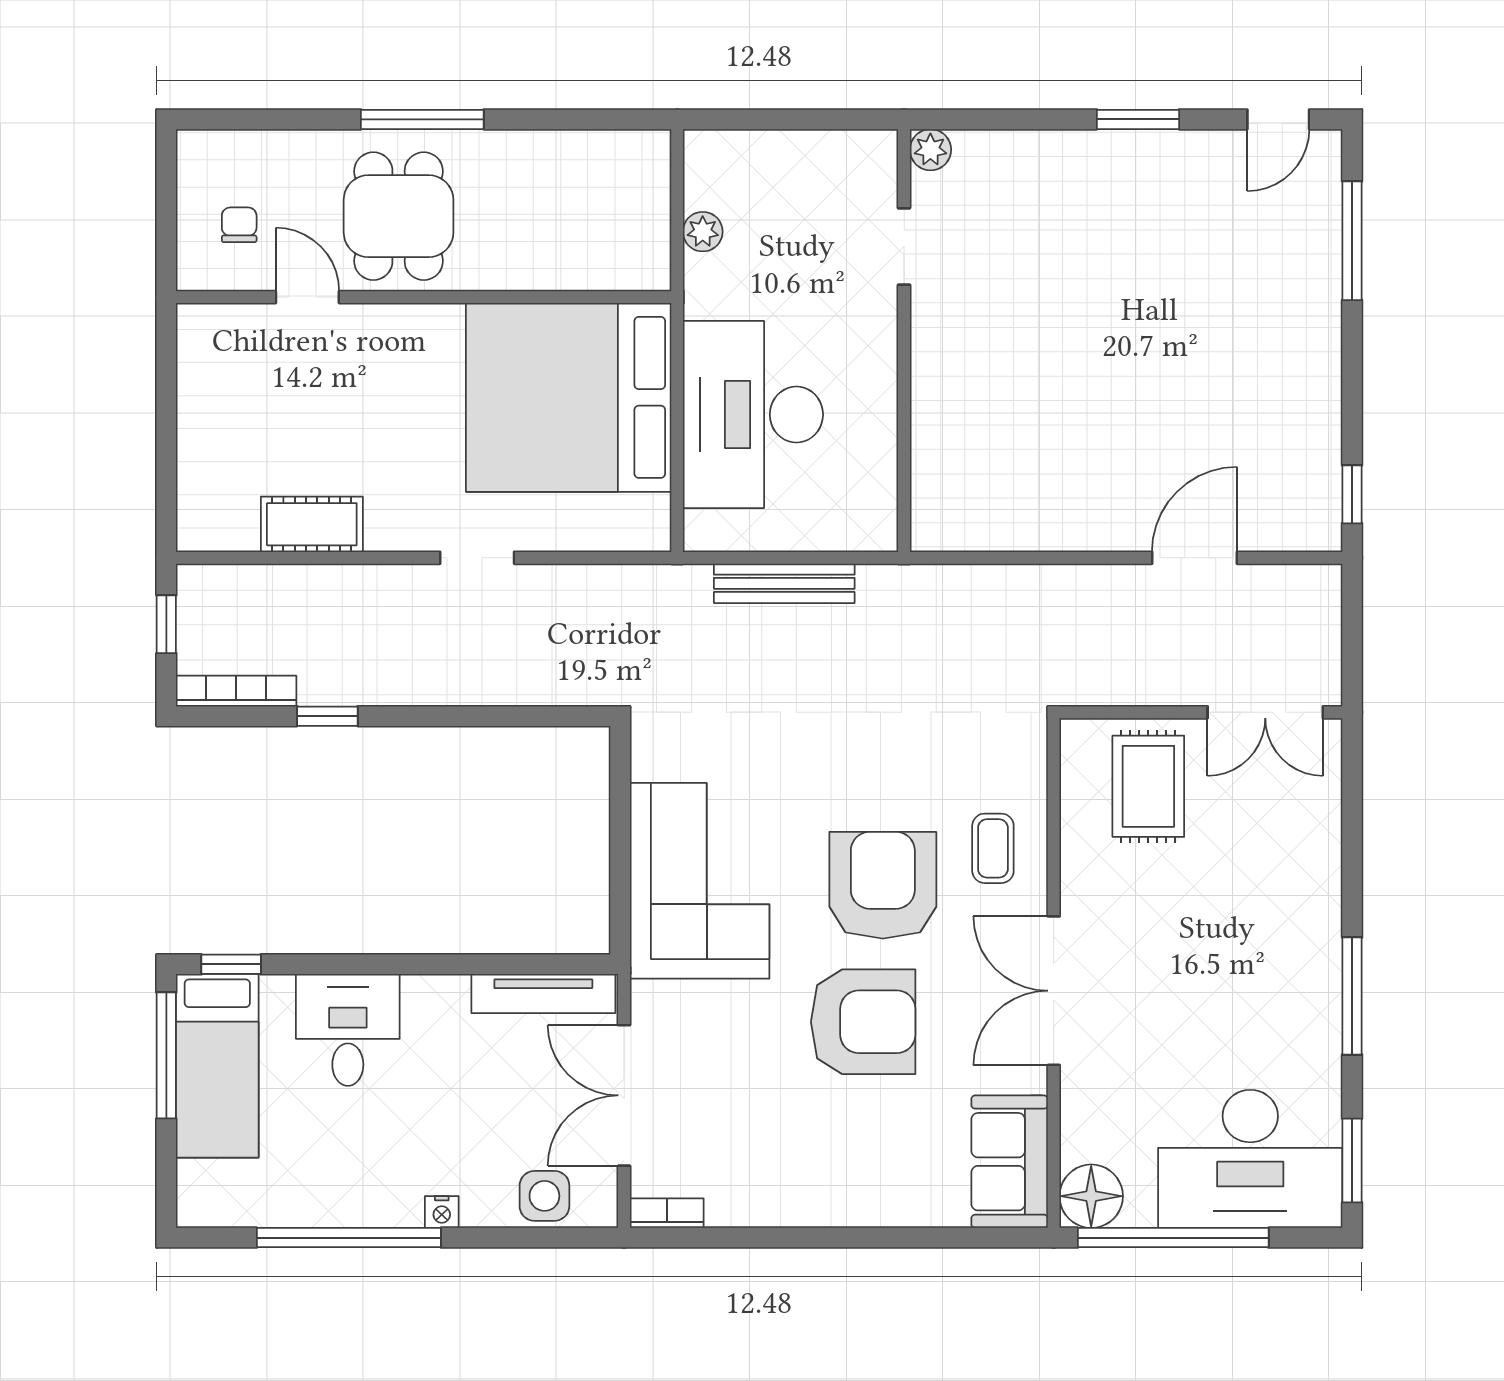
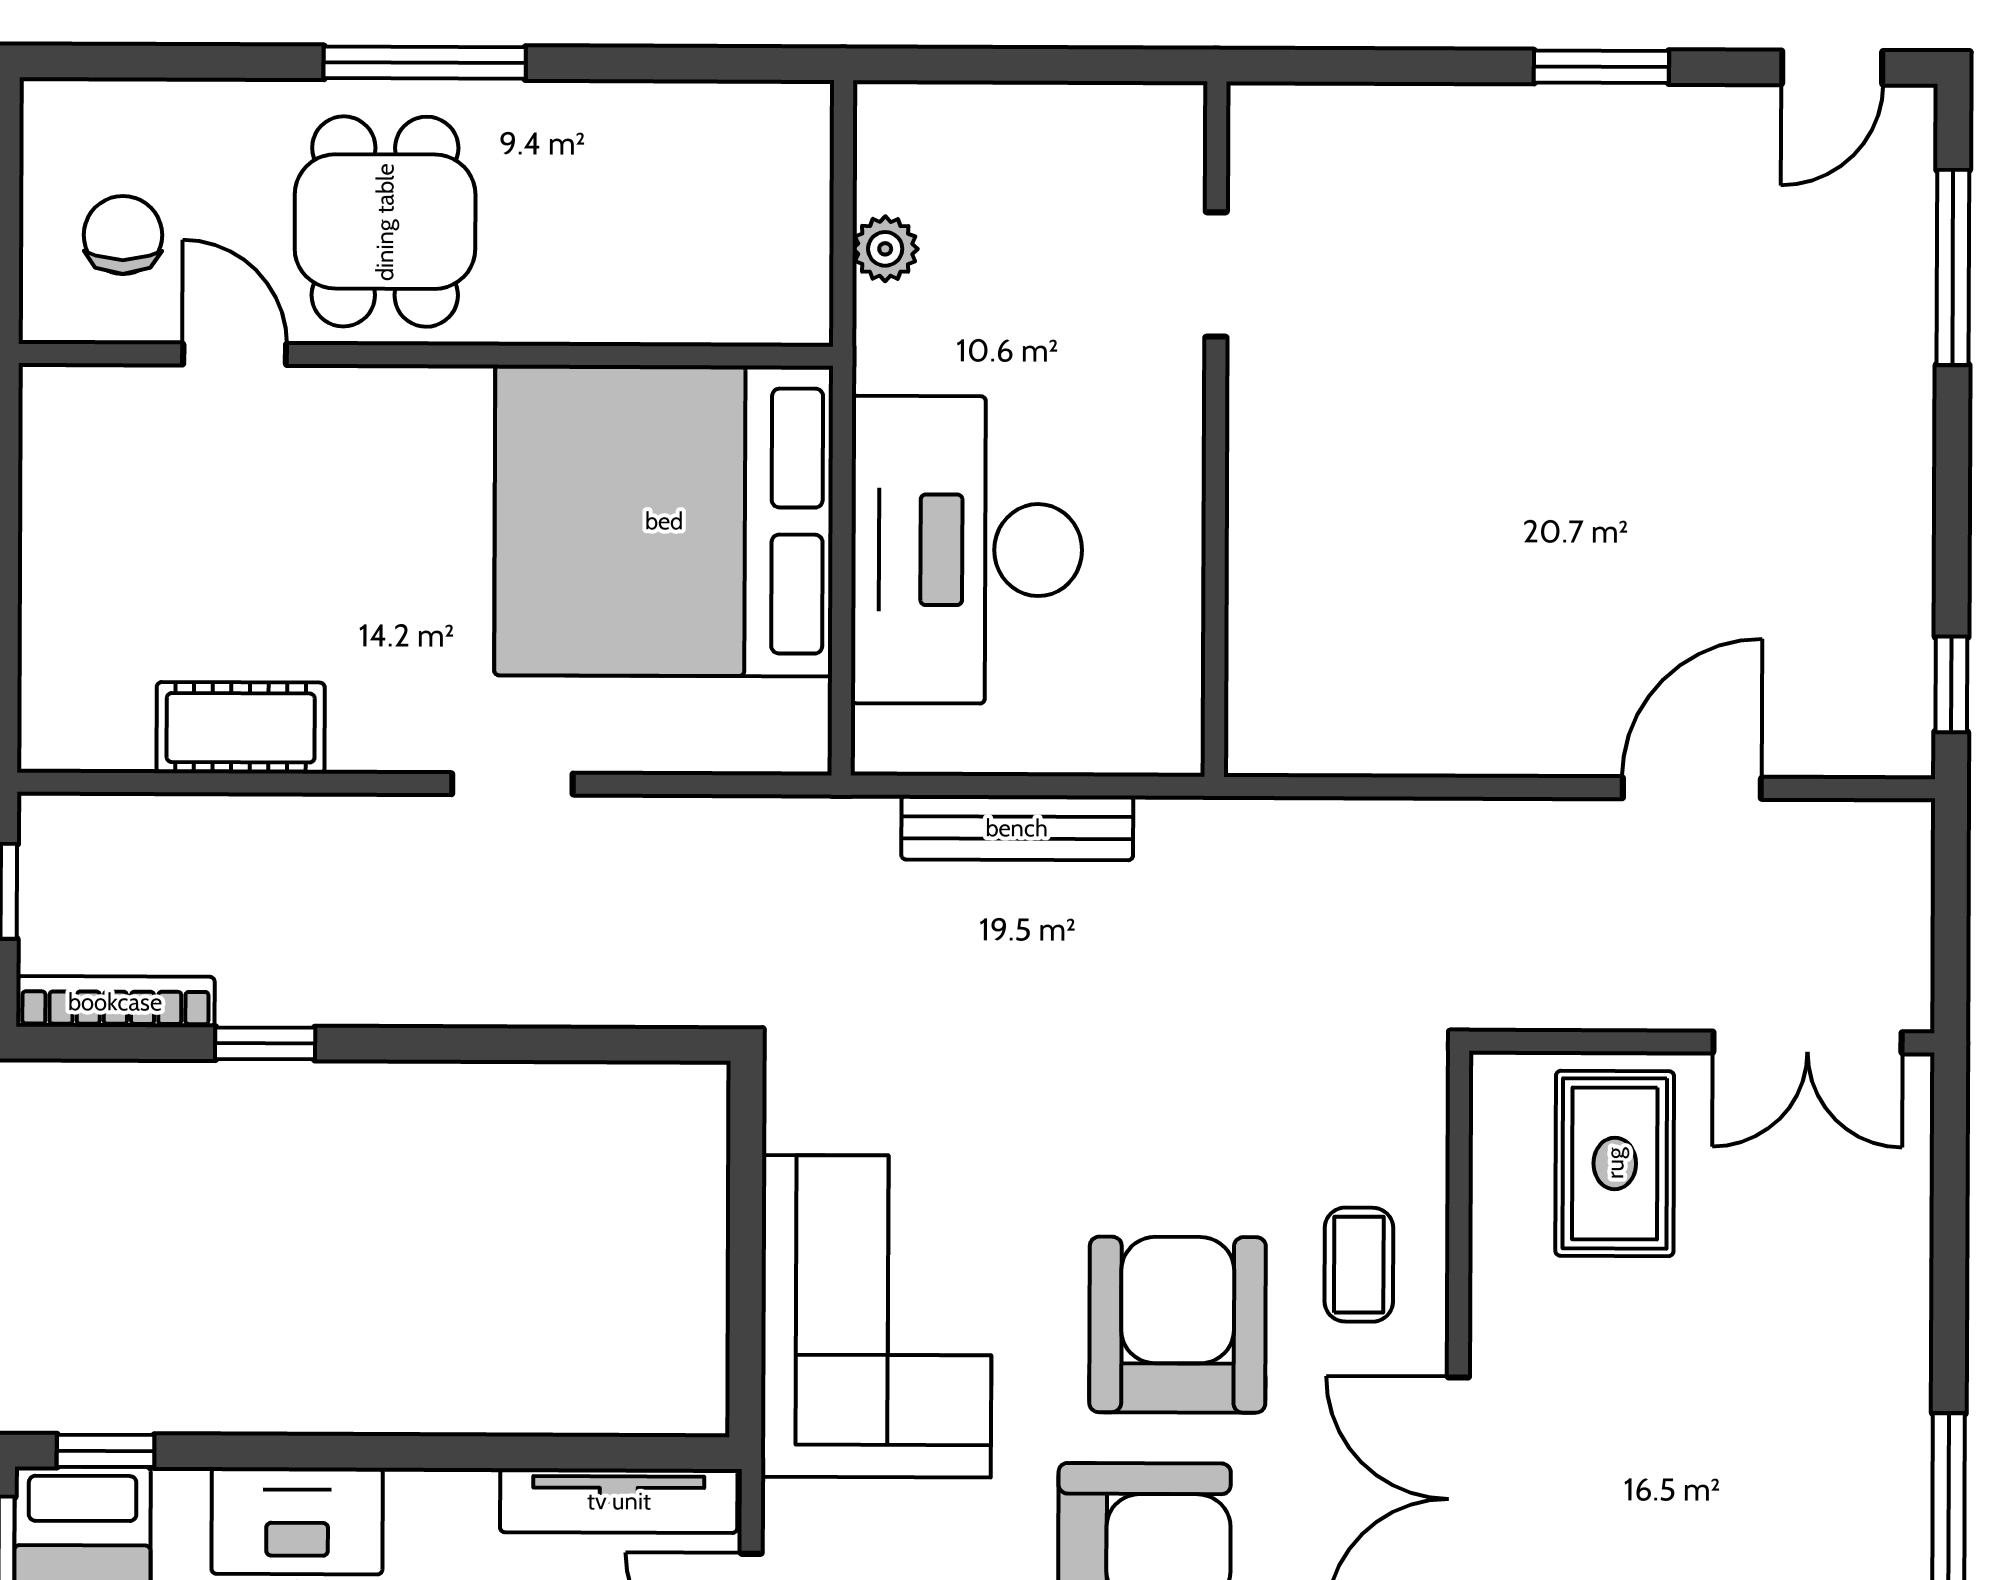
plant: (930, 150) -> (1260, 115), removed
chair: (239, 225) -> (123, 235), width x1.37, depth x1.37

